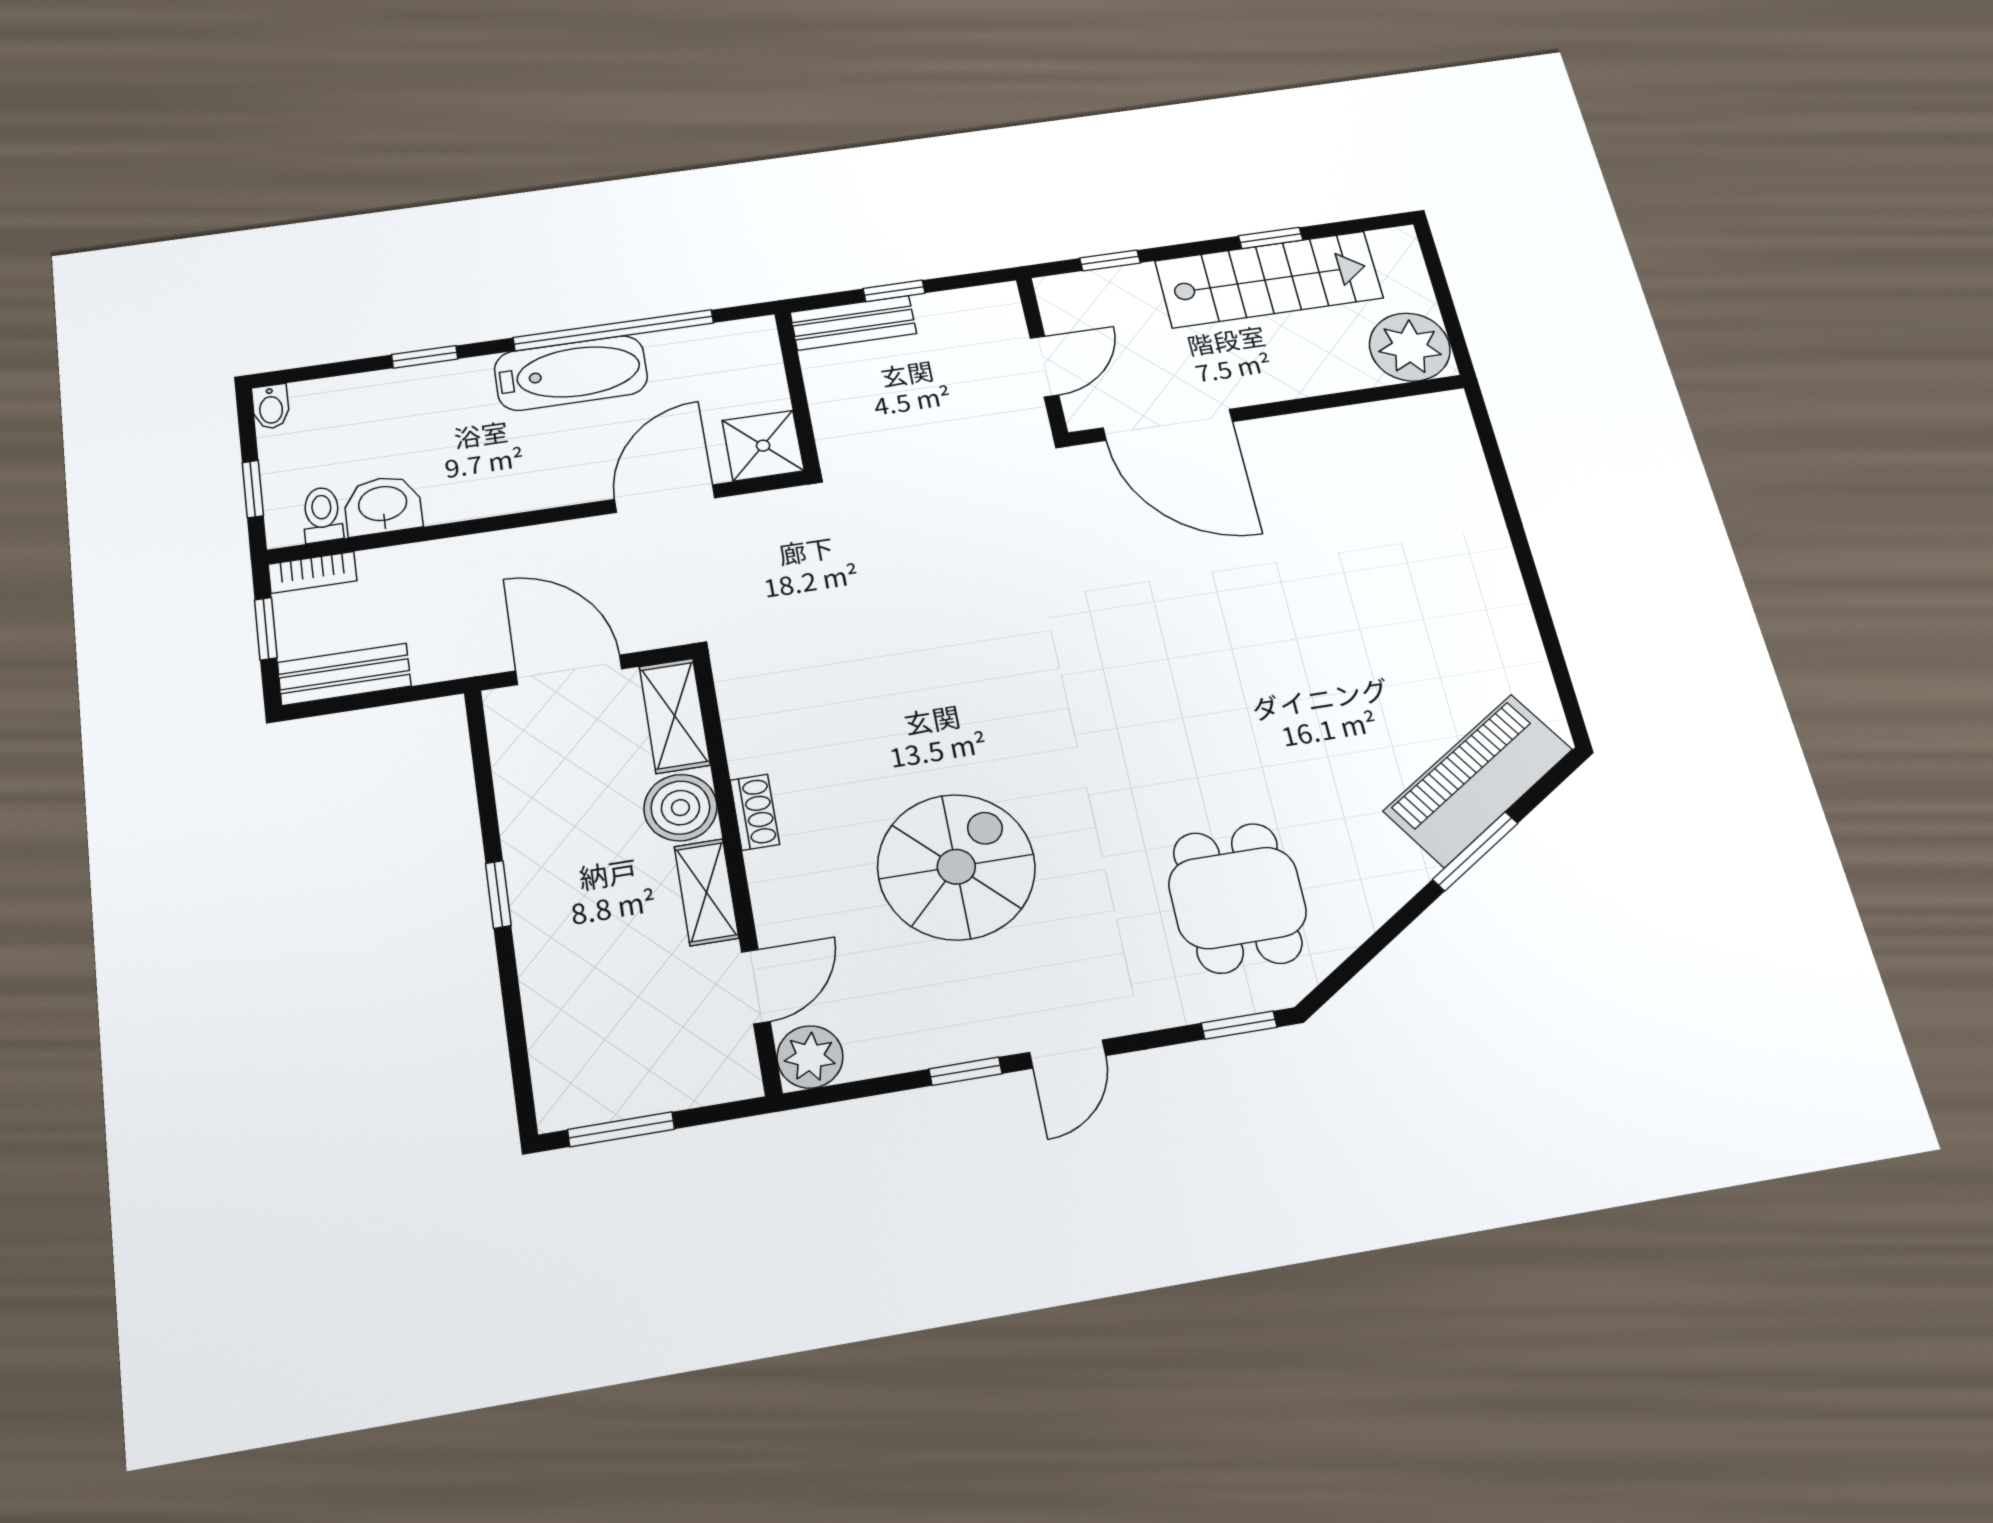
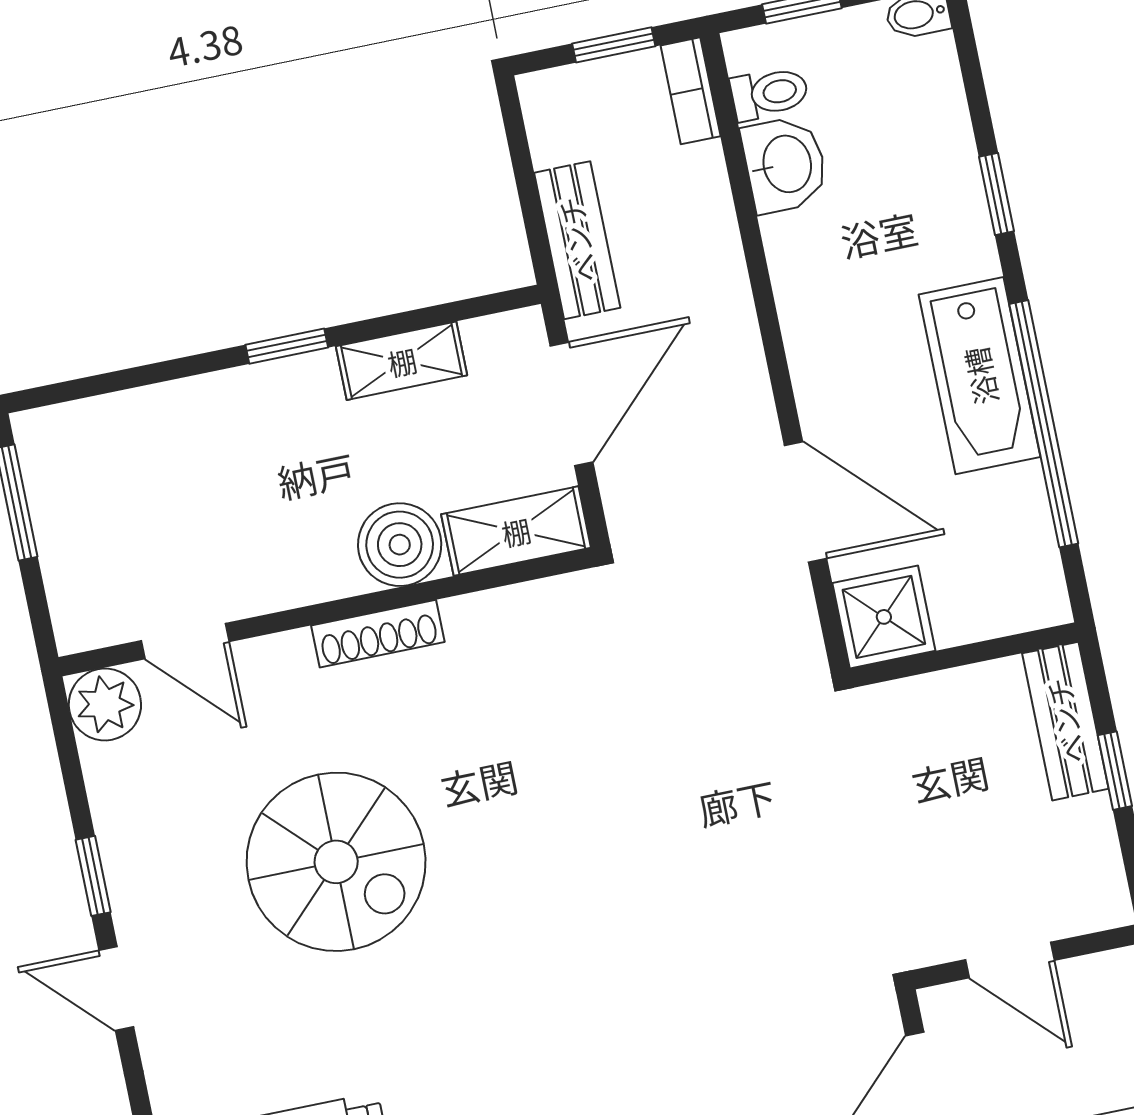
bench: (344, 674) -> (577, 240), moved
shoe rack: (755, 812) -> (378, 634), width x1.43
shelving: (706, 892) -> (402, 361), moved

